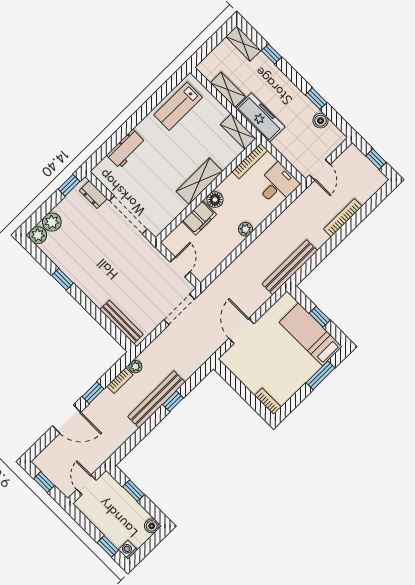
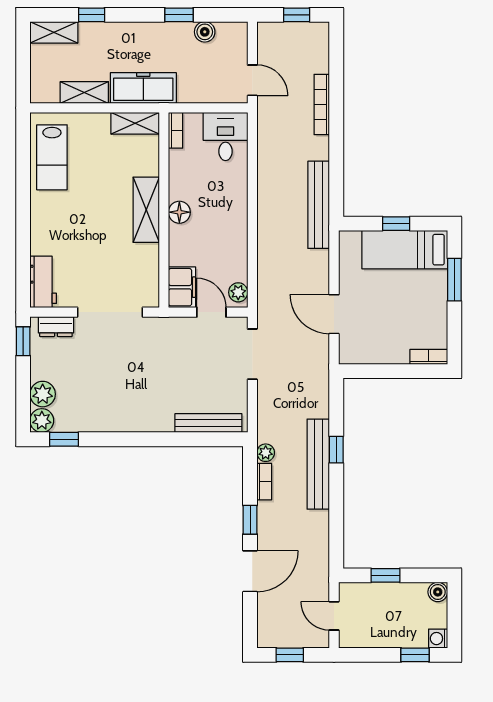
workbench: (126, 149) -> (43, 282), moved
bookcase: (250, 161) -> (176, 130), width x0.64
filing cabinet: (199, 218) -> (182, 287), moved
plant: (245, 229) -> (238, 292), moved
window: (63, 279) -> (64, 439), moved

